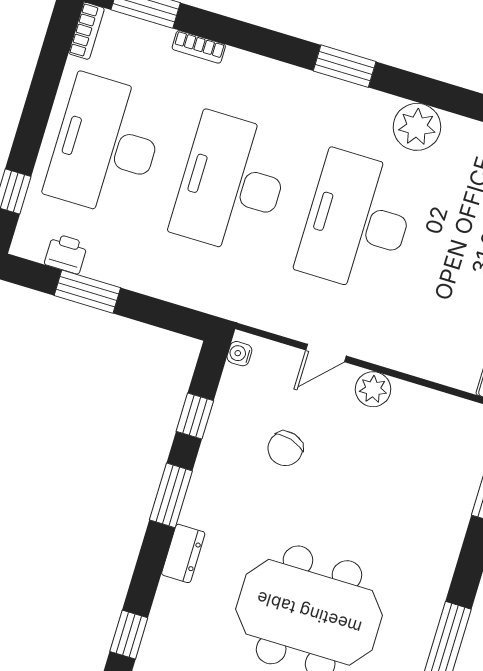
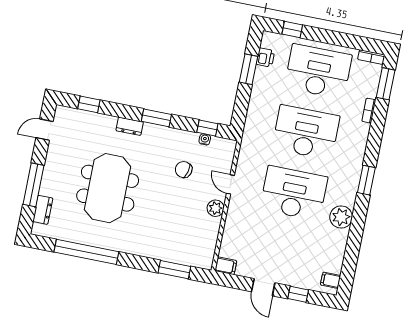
water cooler: (239, 354) -> (205, 139), moved
window: (195, 416) -> (207, 128), moved

